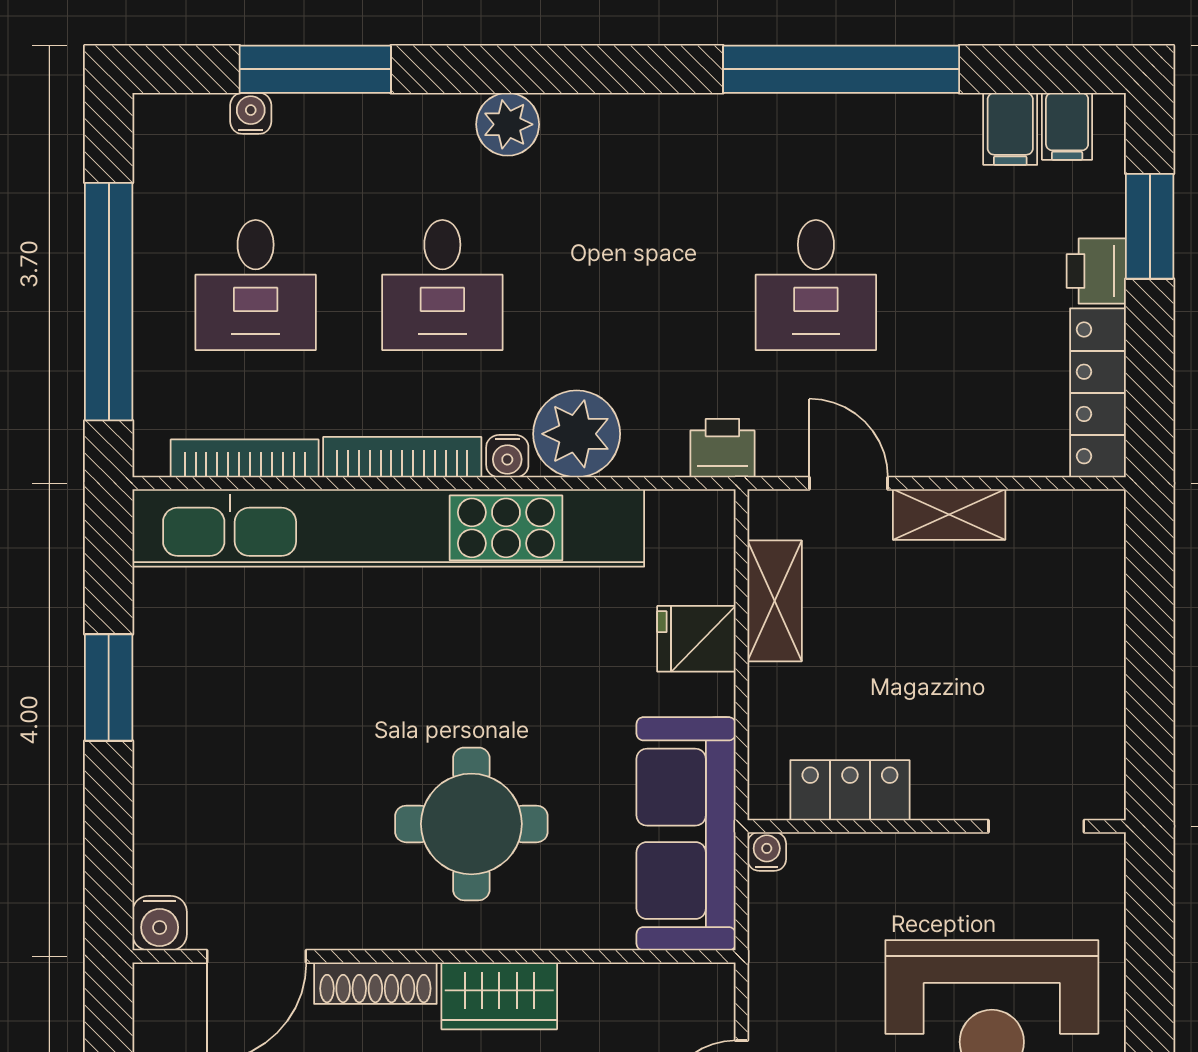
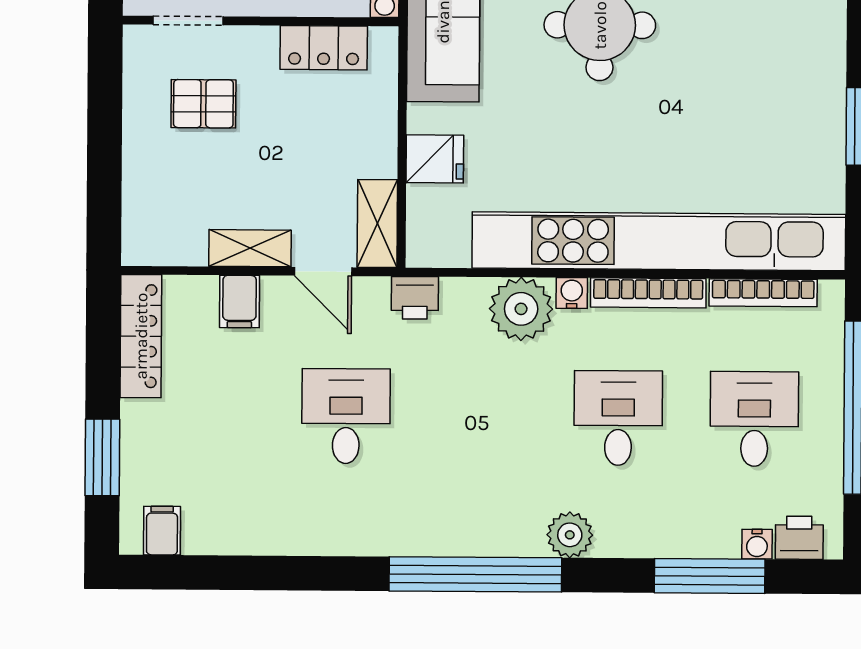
window: (841, 69) -> (475, 574), moved
filing cabinet: (1010, 129) -> (240, 302), moved, turned 180
printer: (1096, 271) -> (799, 538), moved, turned -90
shelving: (775, 601) -> (377, 224), moved
pallet: (1014, 712) -> (203, 104), added

